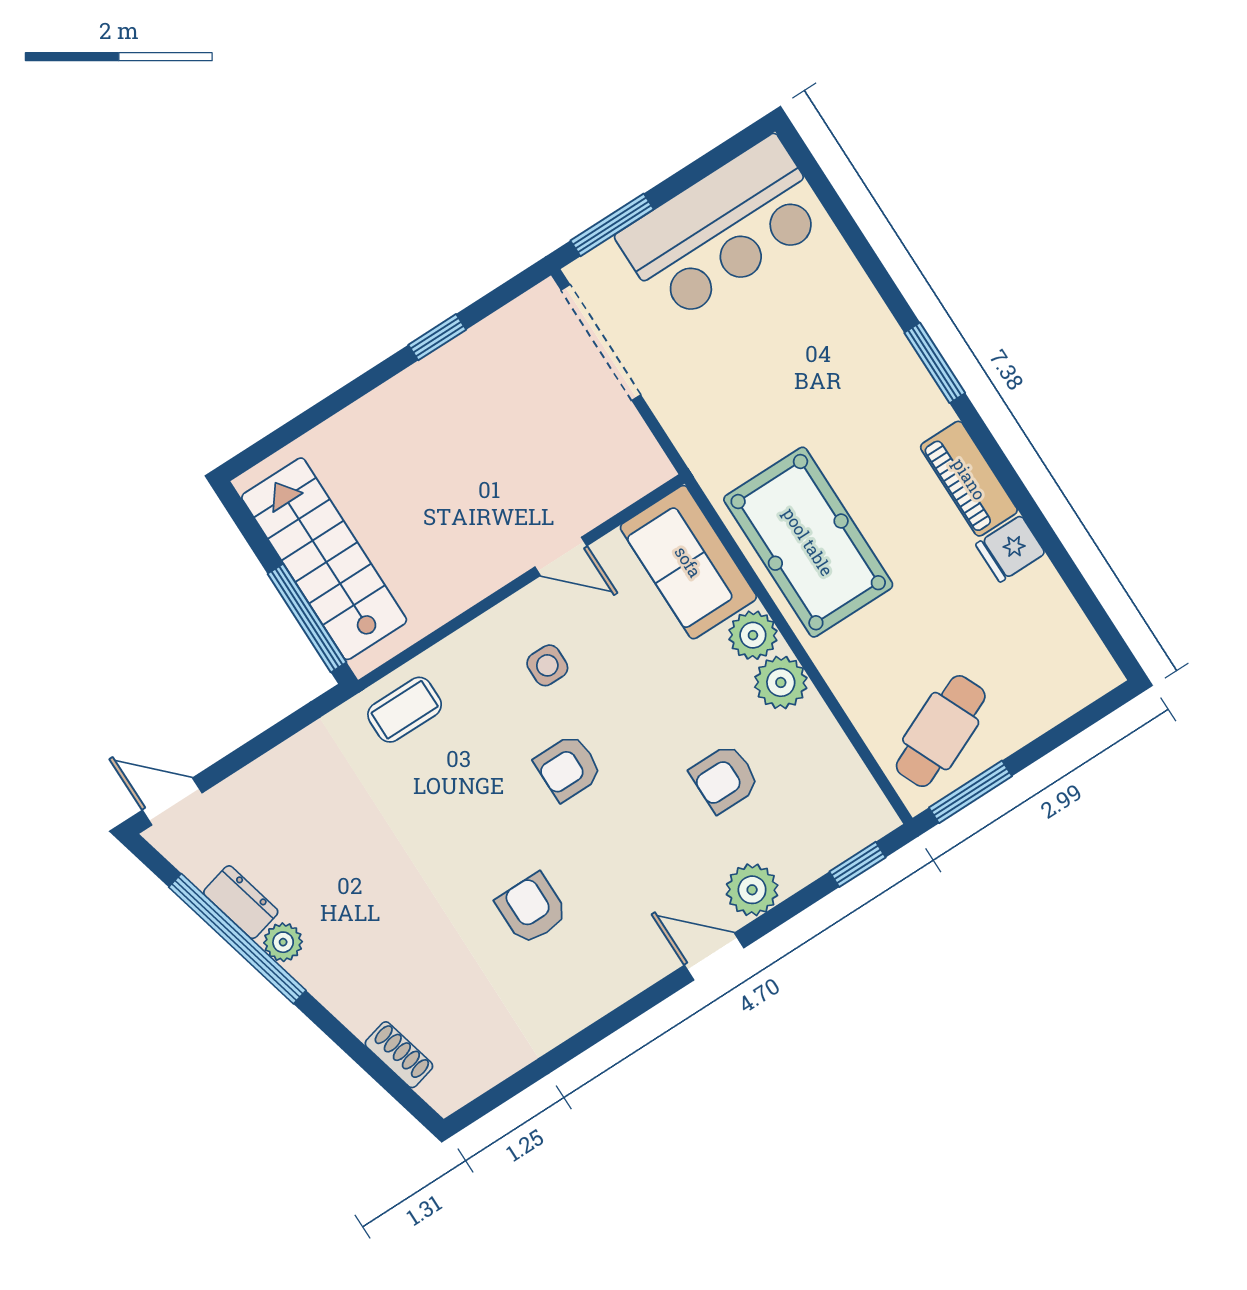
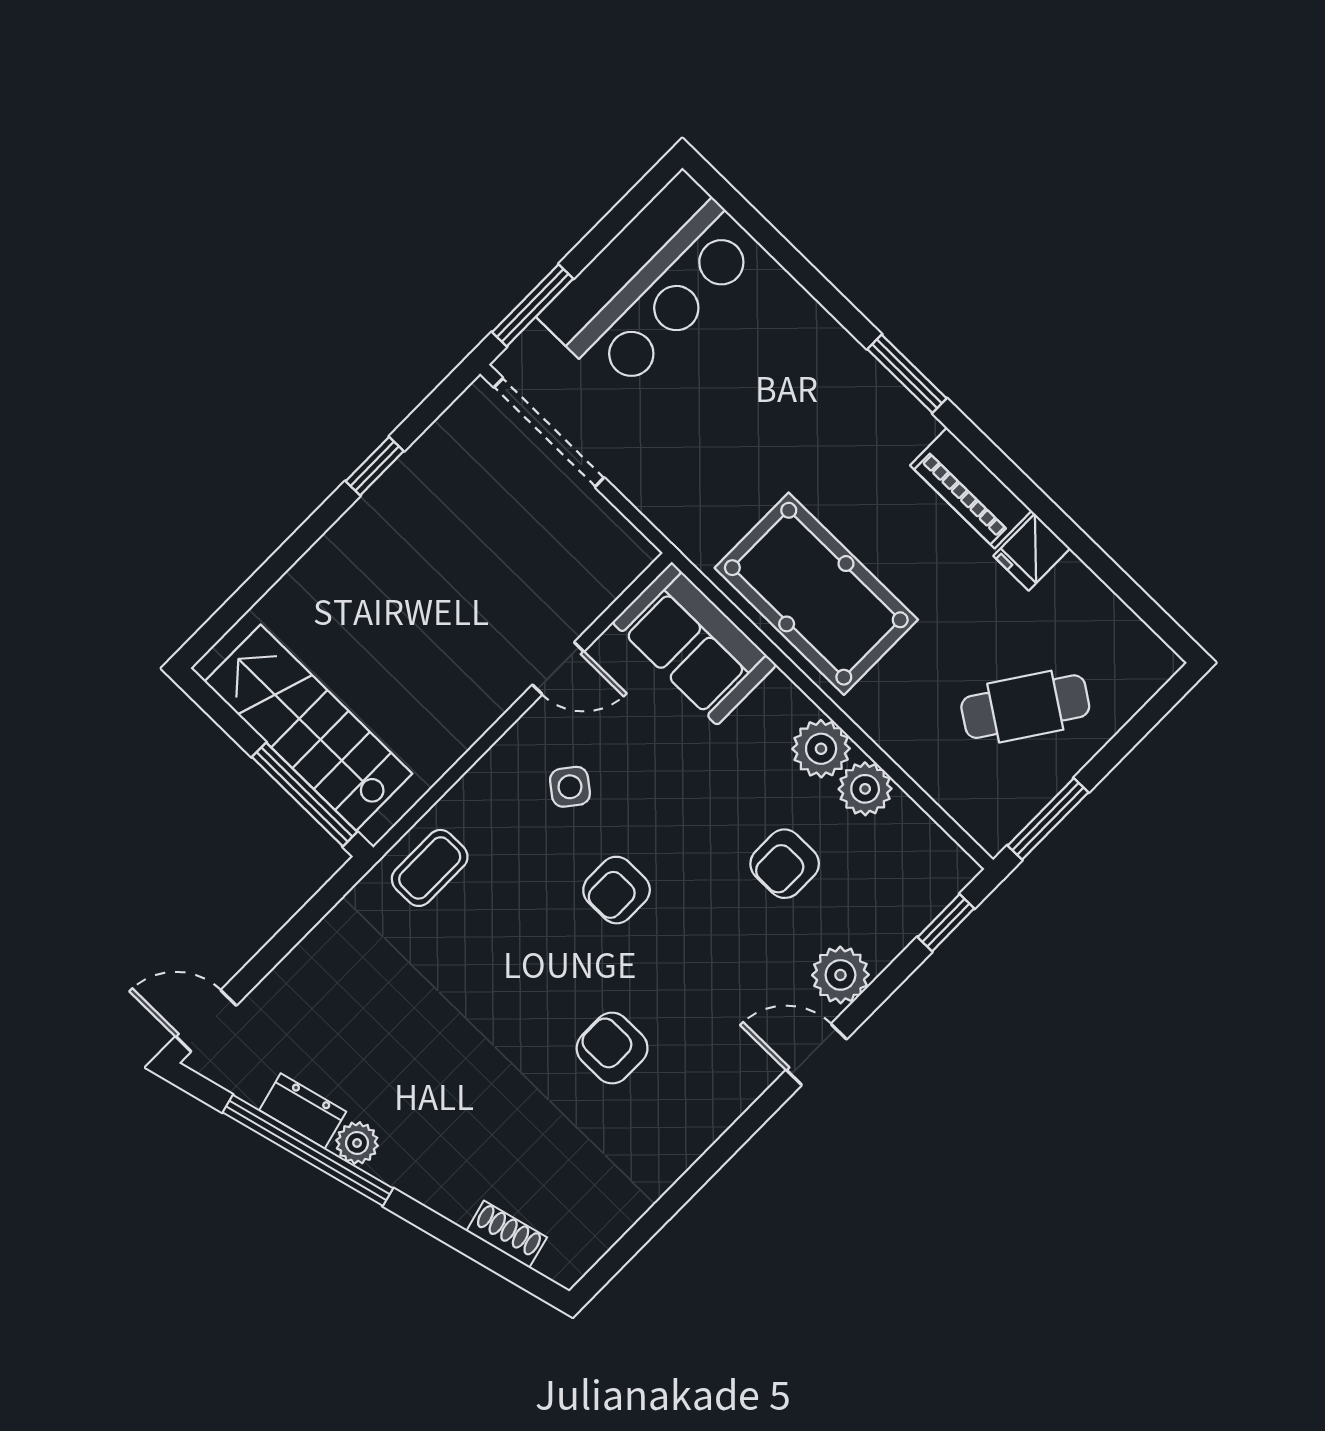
plant: (753, 635) -> (865, 789), moved
side table: (547, 665) -> (570, 787), turned 38
cafe table: (941, 731) -> (1025, 707), moved, turned 58

